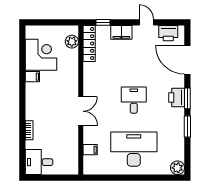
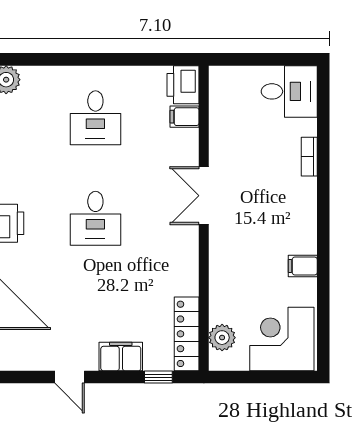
printer: (168, 33) -> (183, 85), moved, turned -90
corner desk: (41, 55) -> (282, 339), moved, turned 90
desk: (134, 149) -> (95, 118), width x0.53, depth x0.77

